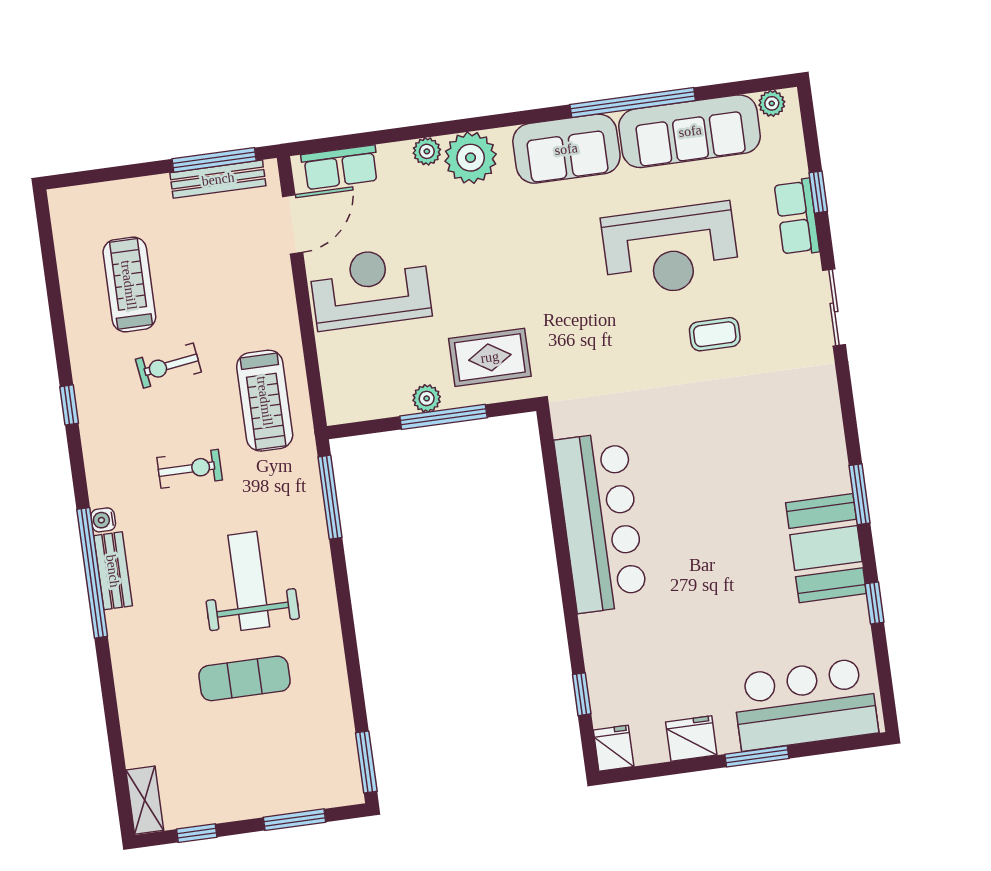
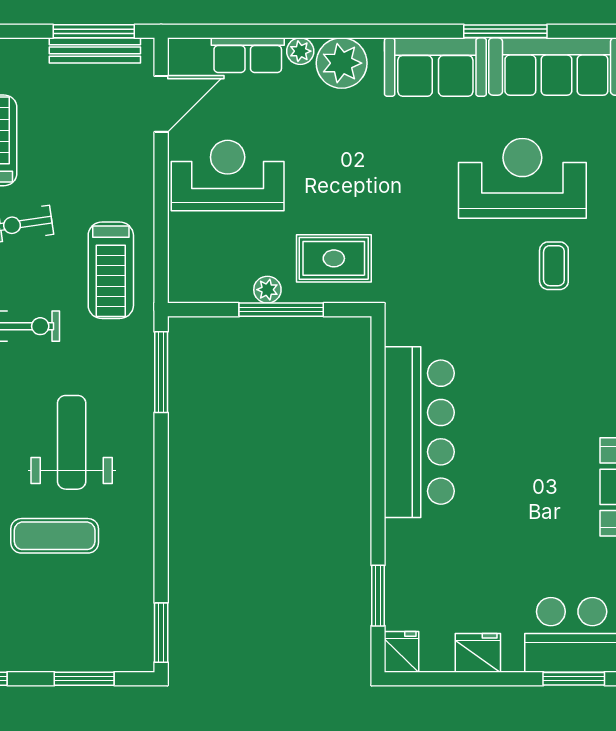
window: (633, 102) -> (505, 31), width x0.68
row of seats: (340, 167) -> (248, 55), moved
reception desk: (670, 250) -> (522, 178), turned 180
coffee table: (715, 334) -> (554, 266), turned 90
window: (582, 694) -> (378, 596), width x1.50
window: (757, 756) -> (574, 679), moved

